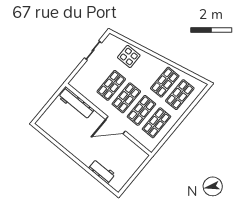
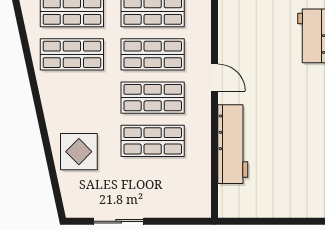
workbench: (76, 103) -> (233, 144), moved
door: (115, 125) -> (215, 78), width x0.53

